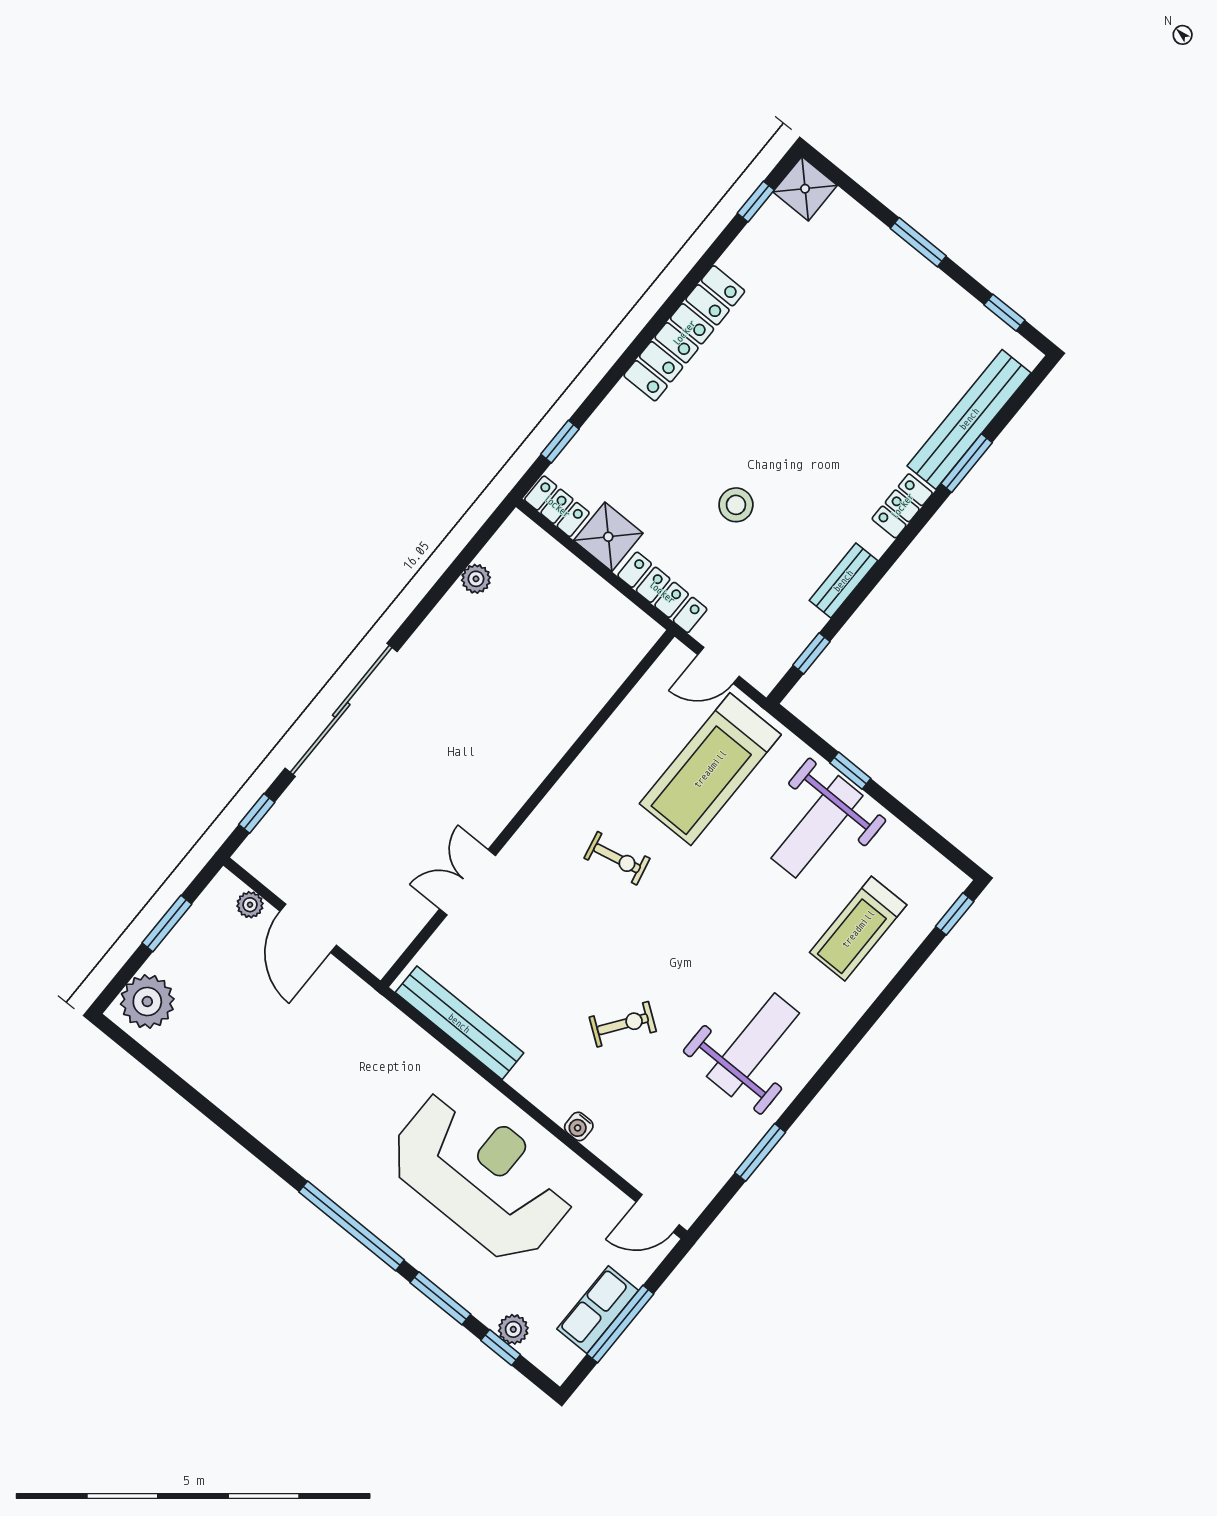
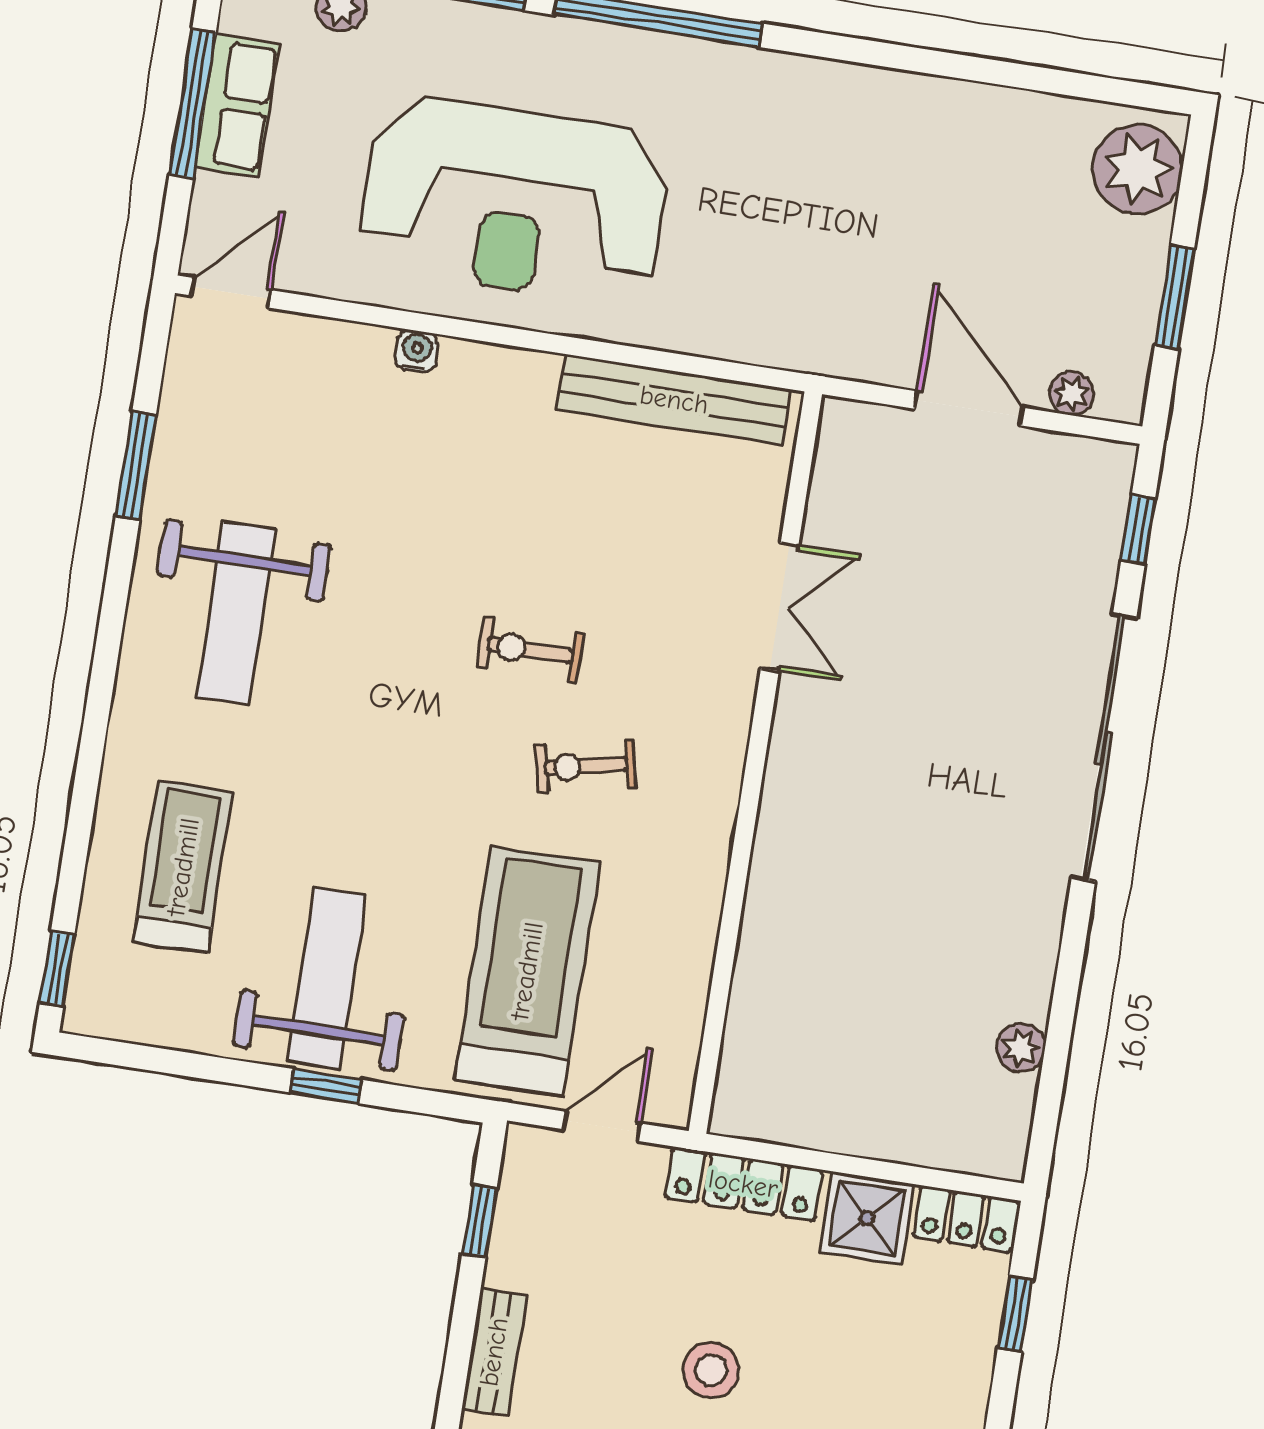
exercise bike: (623, 1024) -> (530, 650), moved, turned 54

